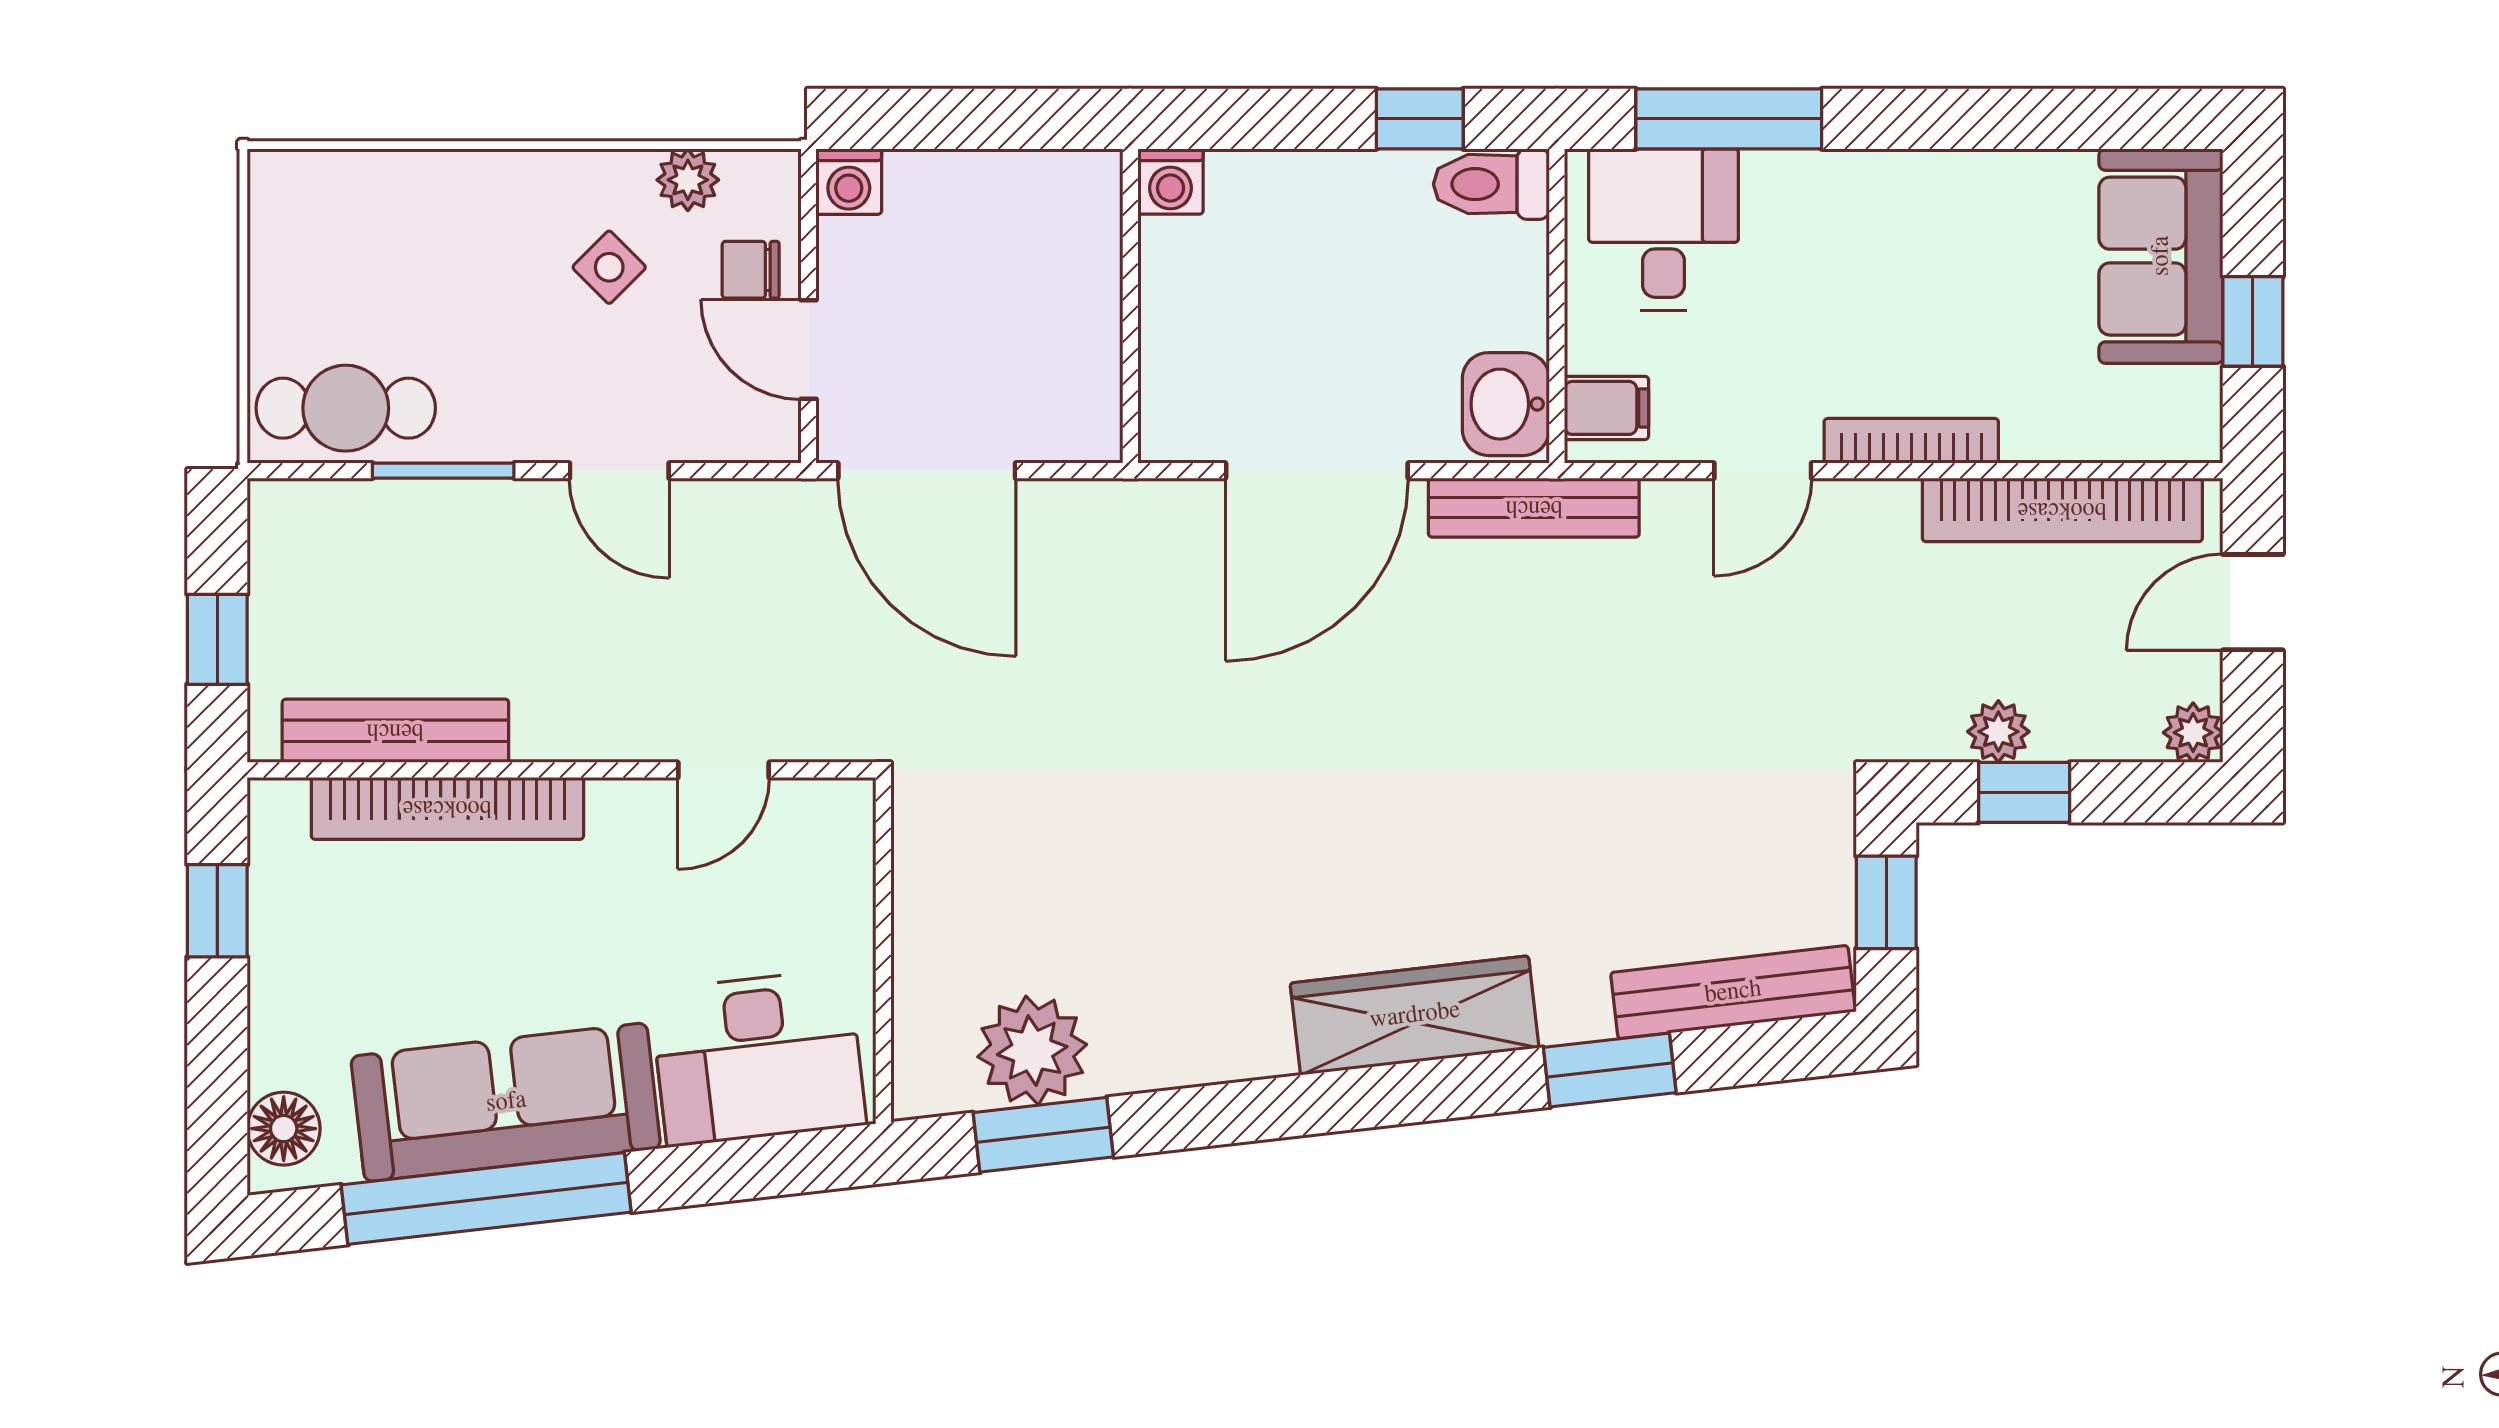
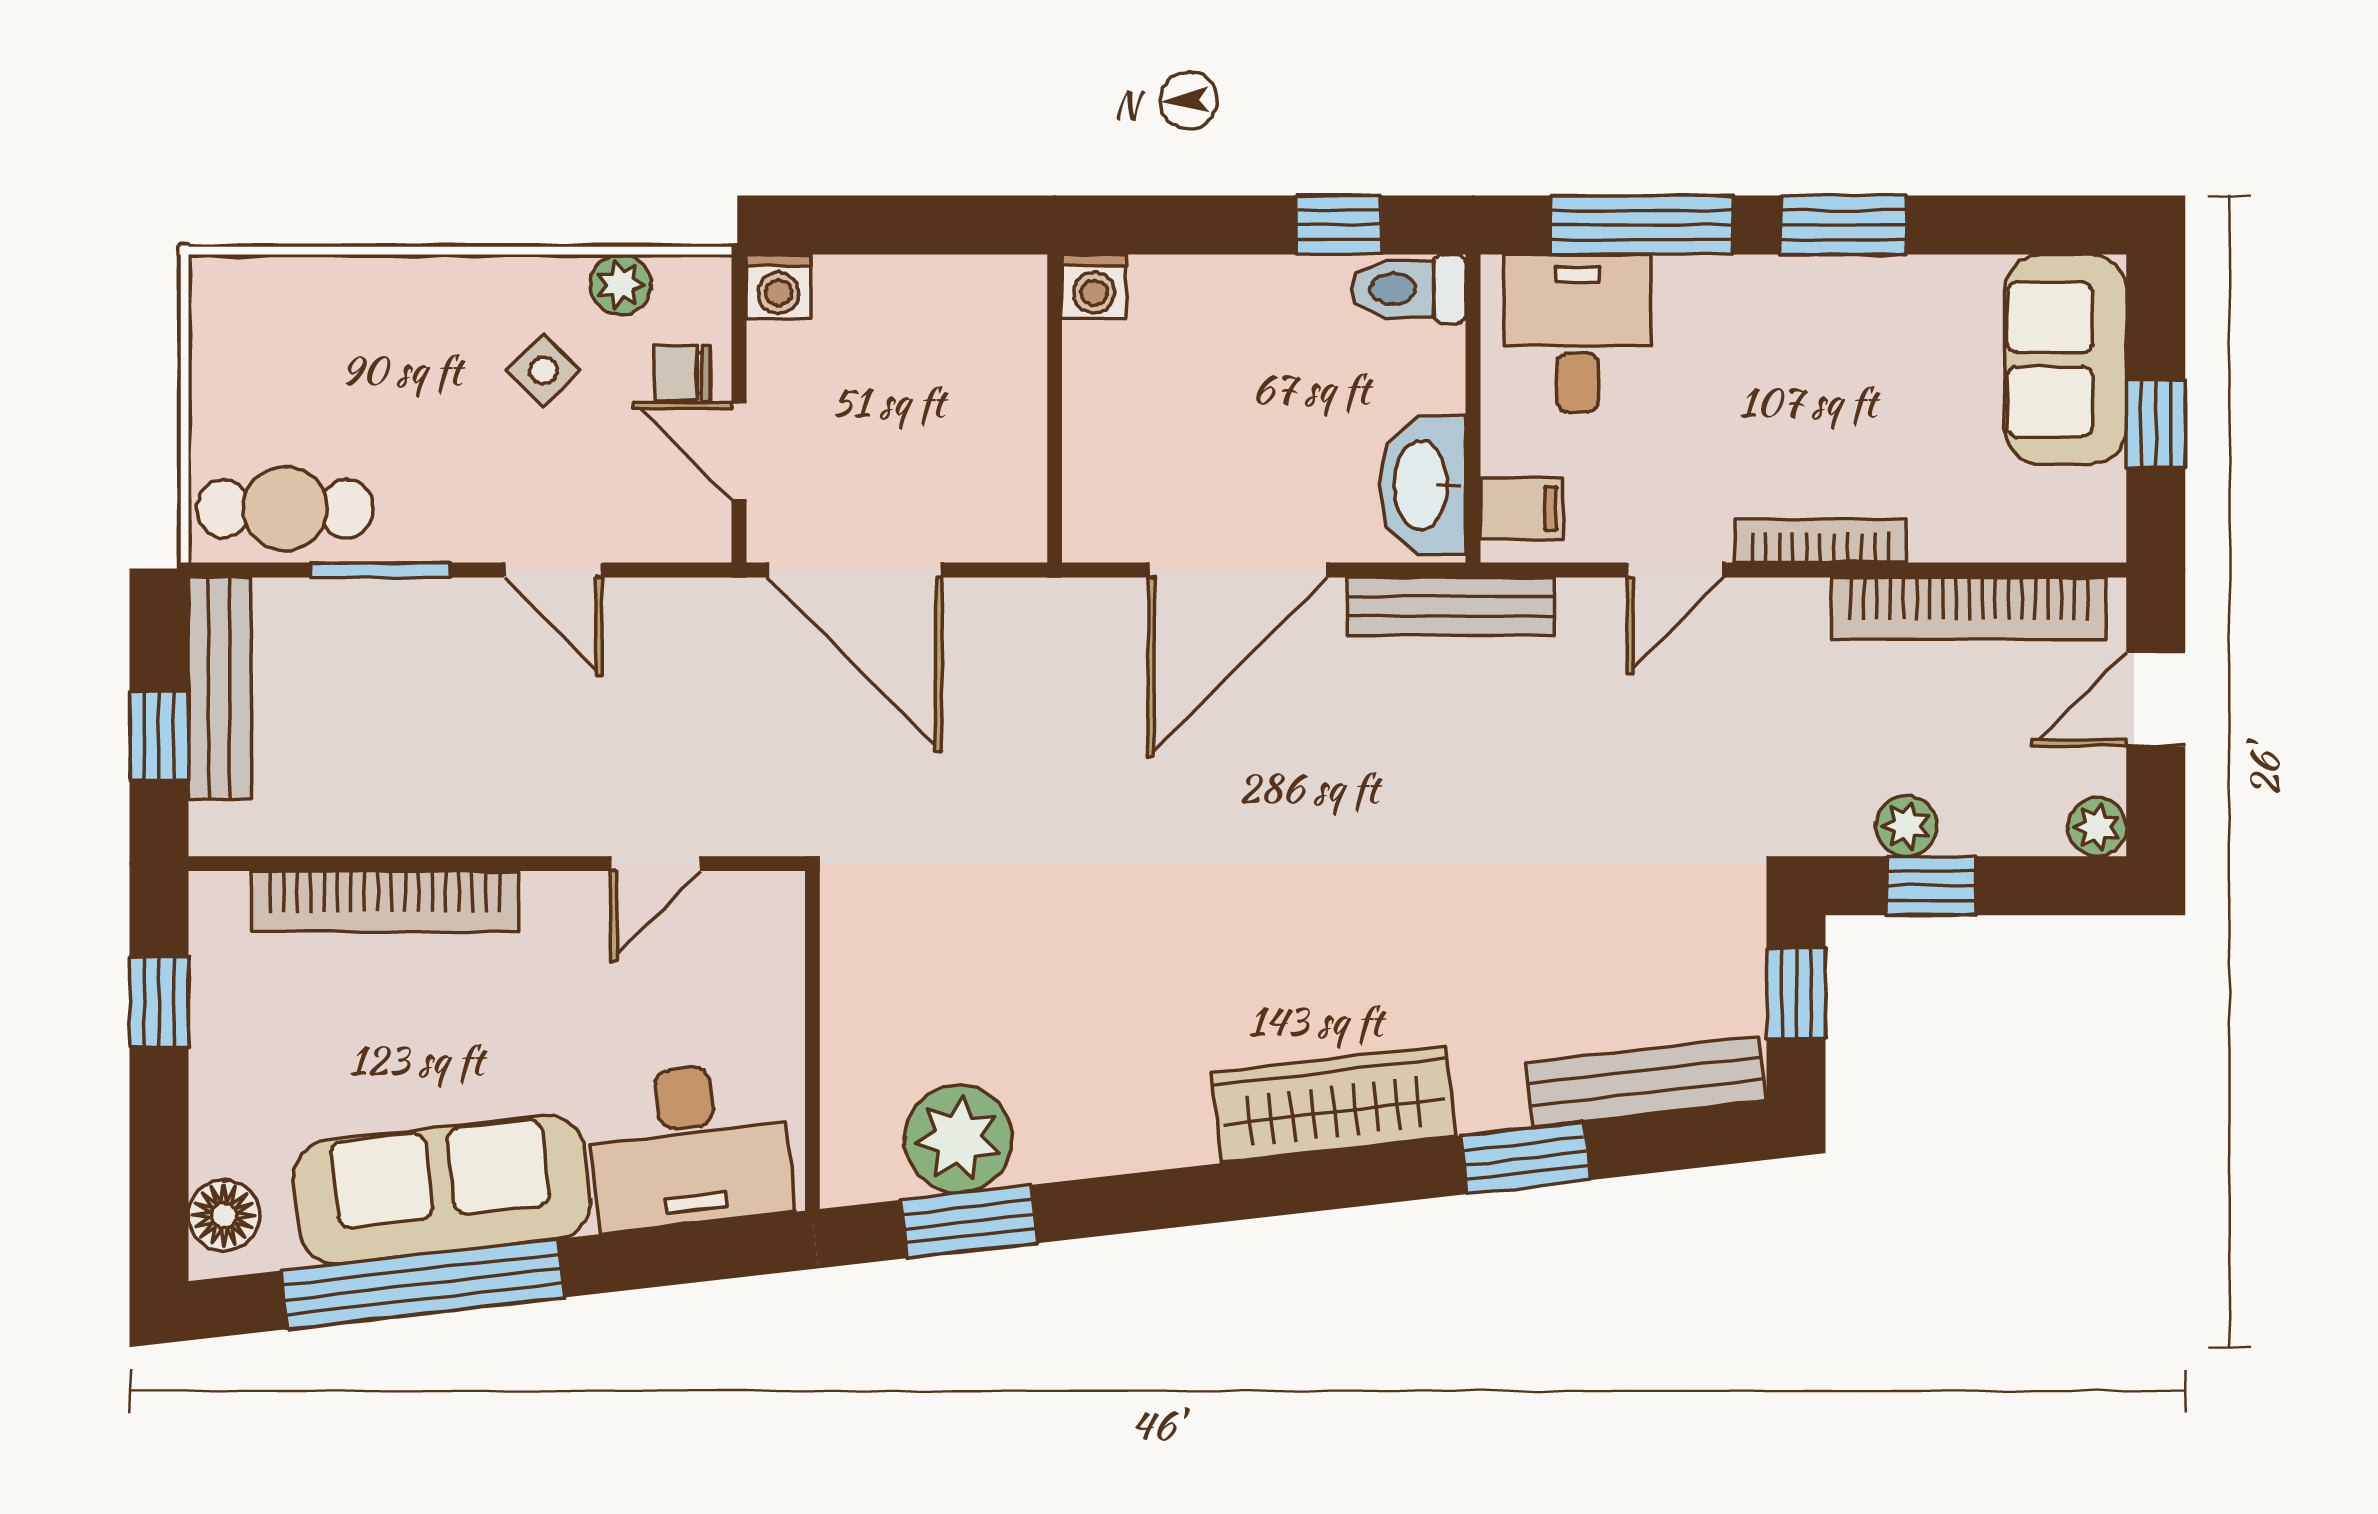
window: (1934, 119) -> (1843, 225), added
washbasin: (1506, 404) -> (1423, 485), width x1.38
bench: (395, 731) -> (219, 688), moved, turned 90

